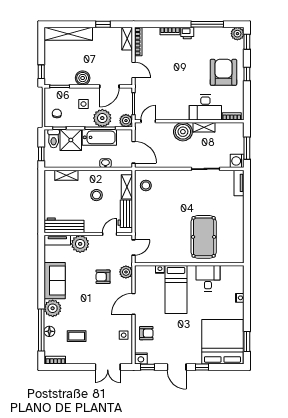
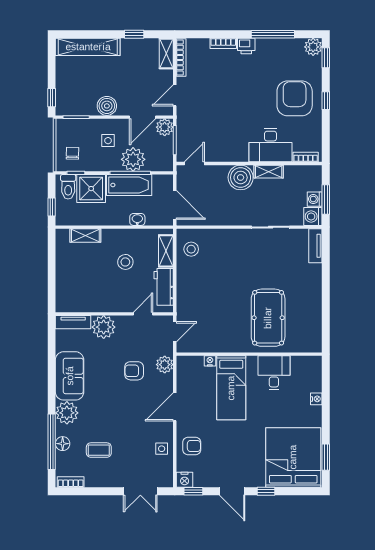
door: (134, 70) -> (175, 95), swing flipped
plant: (126, 121) -> (165, 127), moved
washing machine: (239, 148) -> (315, 199), added
workbench: (64, 225) -> (82, 302), removed

